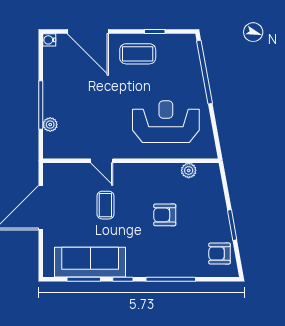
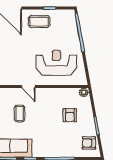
door: (102, 161) -> (28, 87), moved
plant: (189, 170) -> (84, 92), moved
armchair: (165, 215) -> (70, 115), moved, turned -90

